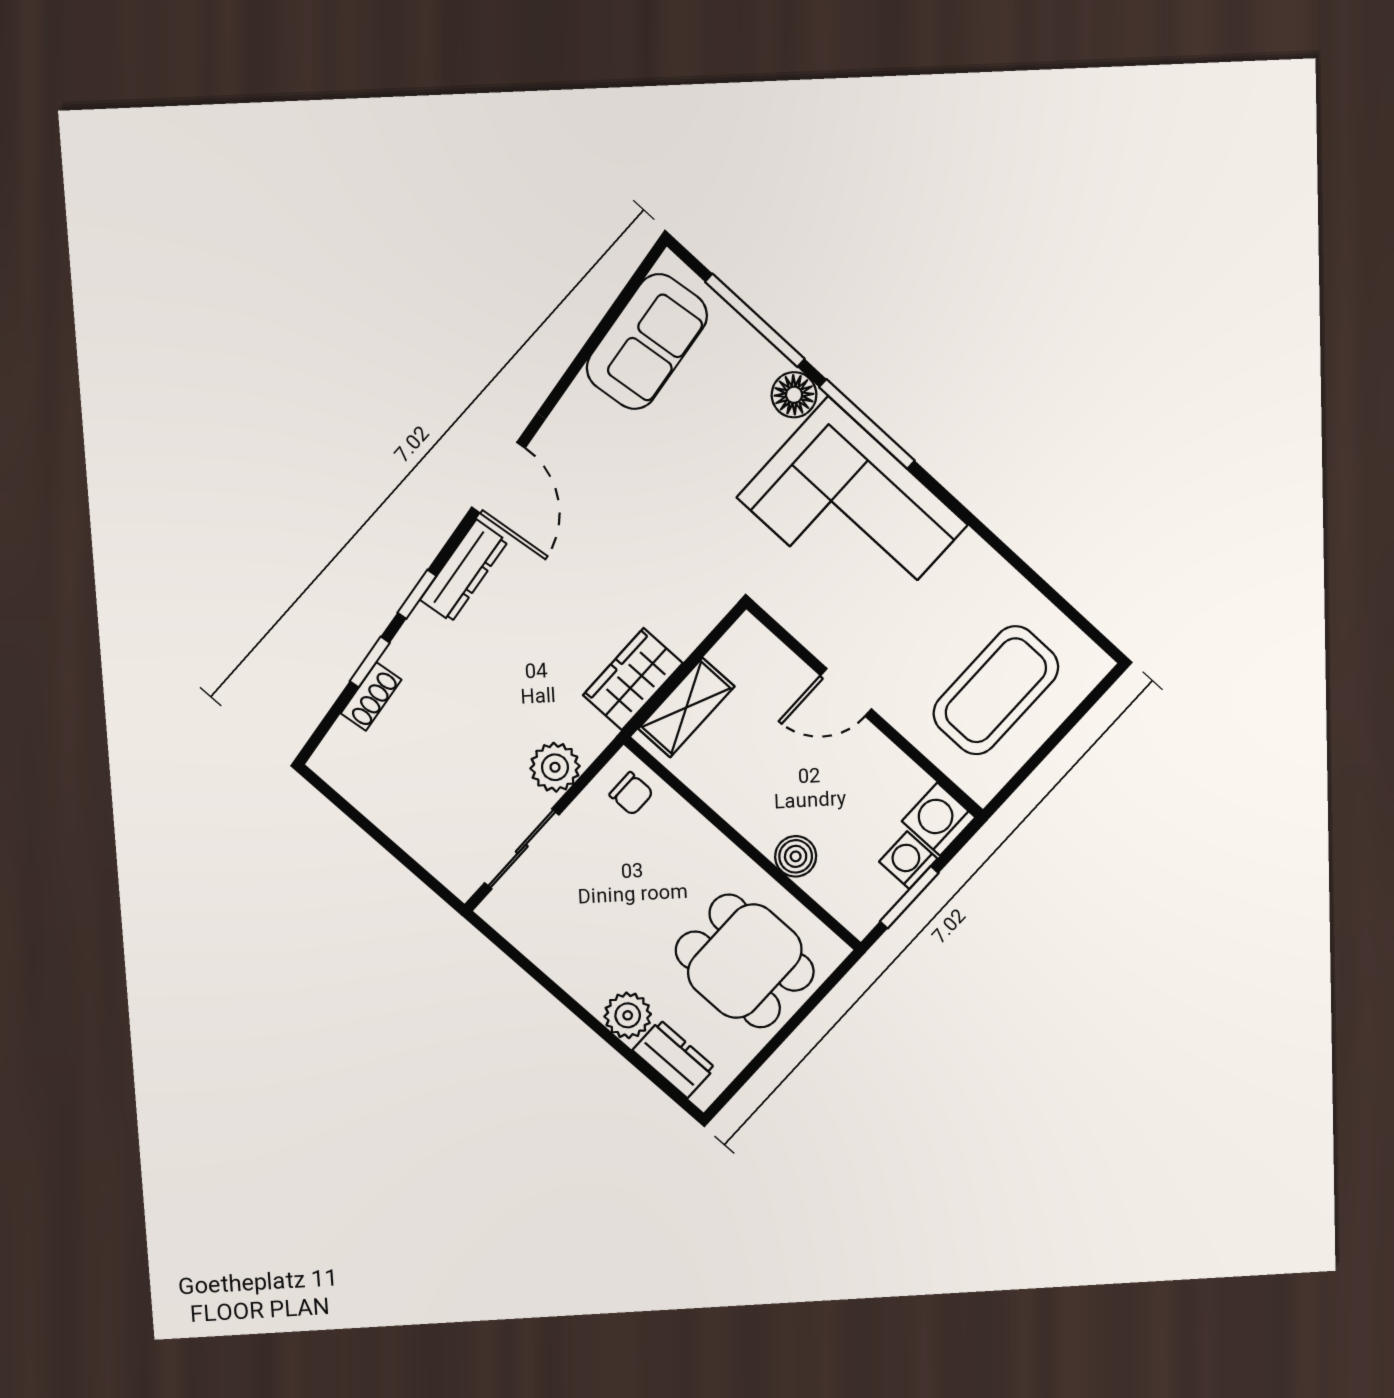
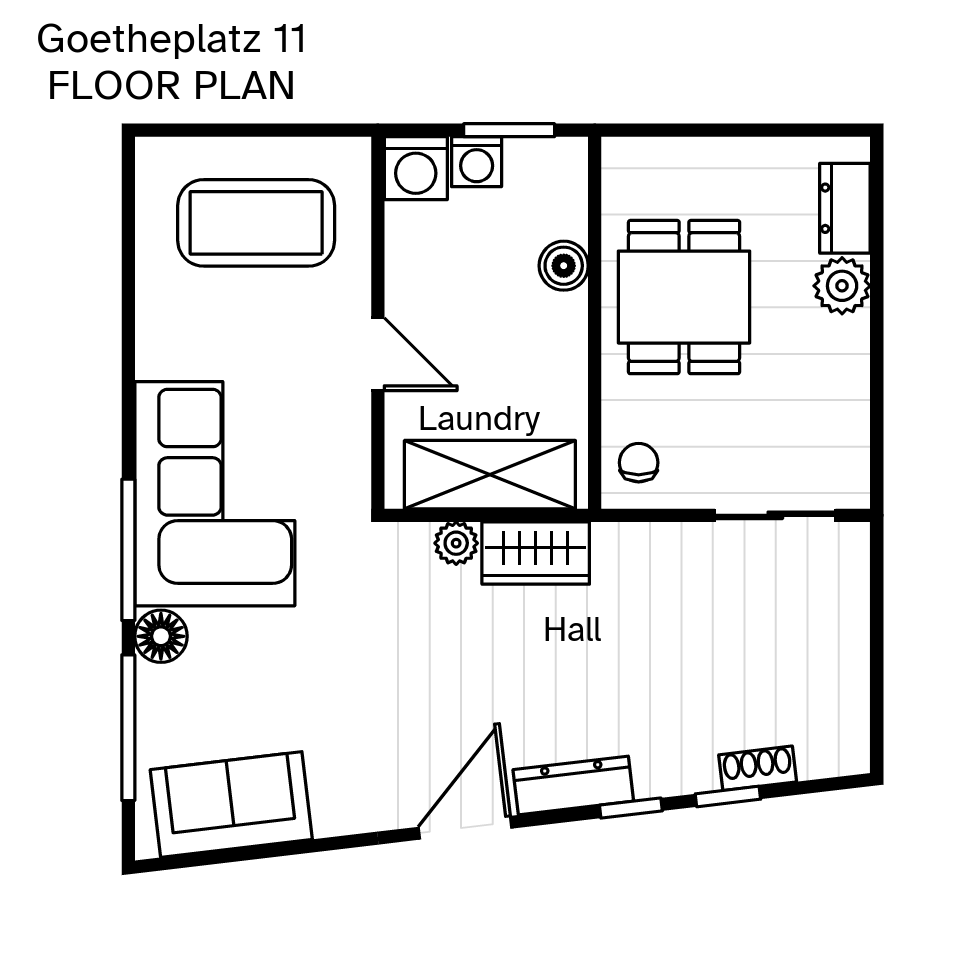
shelving: (686, 708) -> (490, 475), width x1.50, depth x1.33
plant: (555, 767) -> (456, 543), moved, width x0.73, depth x0.73
dining table: (745, 961) -> (684, 297), moved

